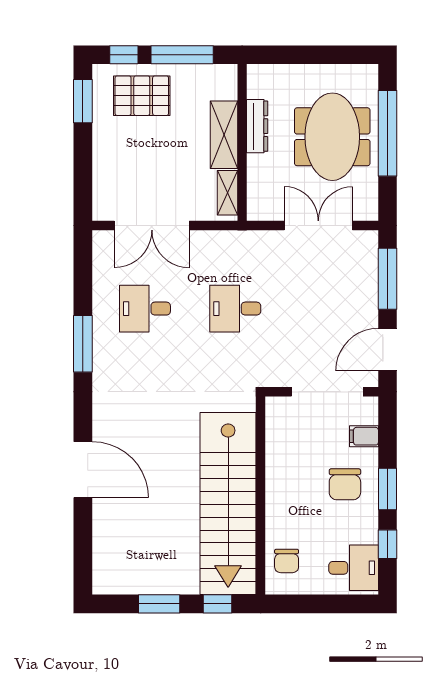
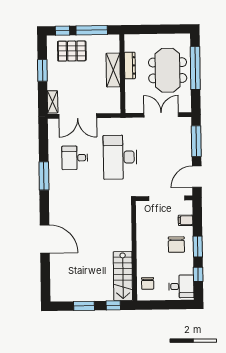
window: (83, 101) -> (42, 70), moved
shelving: (227, 193) -> (53, 102), moved
desk: (235, 309) -> (120, 157), width x1.87, depth x1.30
stairs: (228, 503) -> (123, 276), width x0.54, depth x0.66

